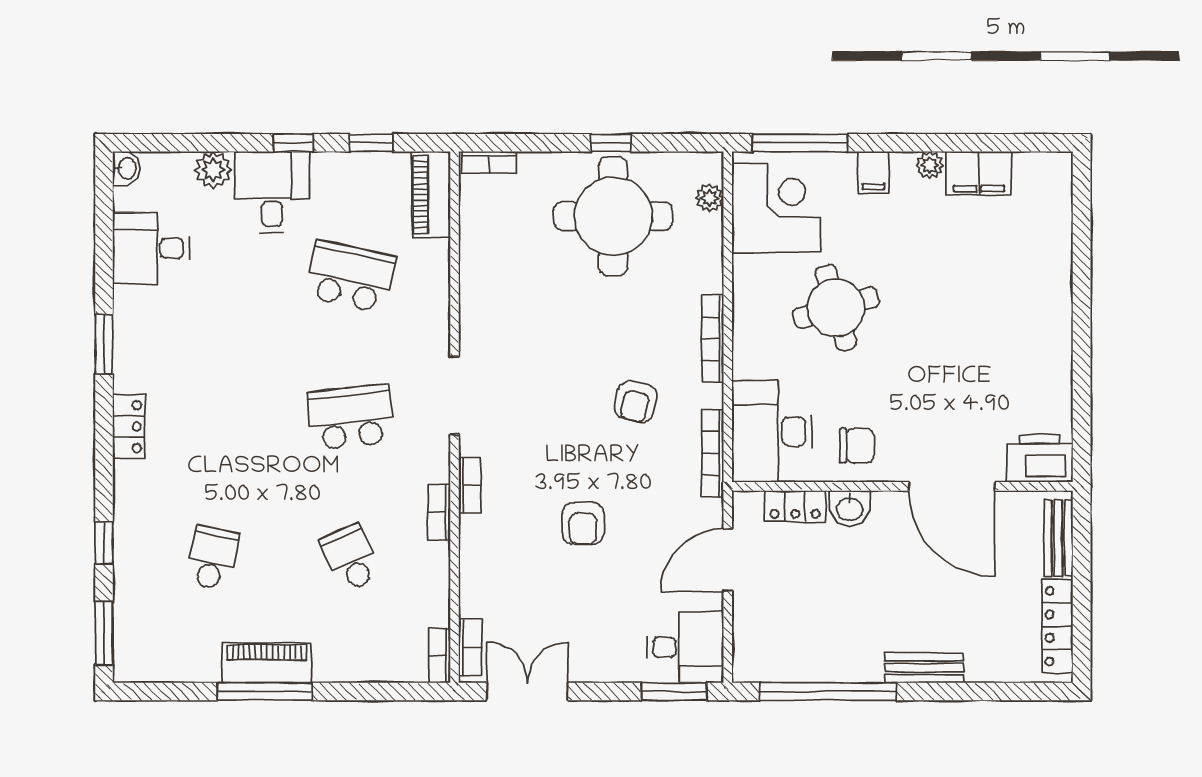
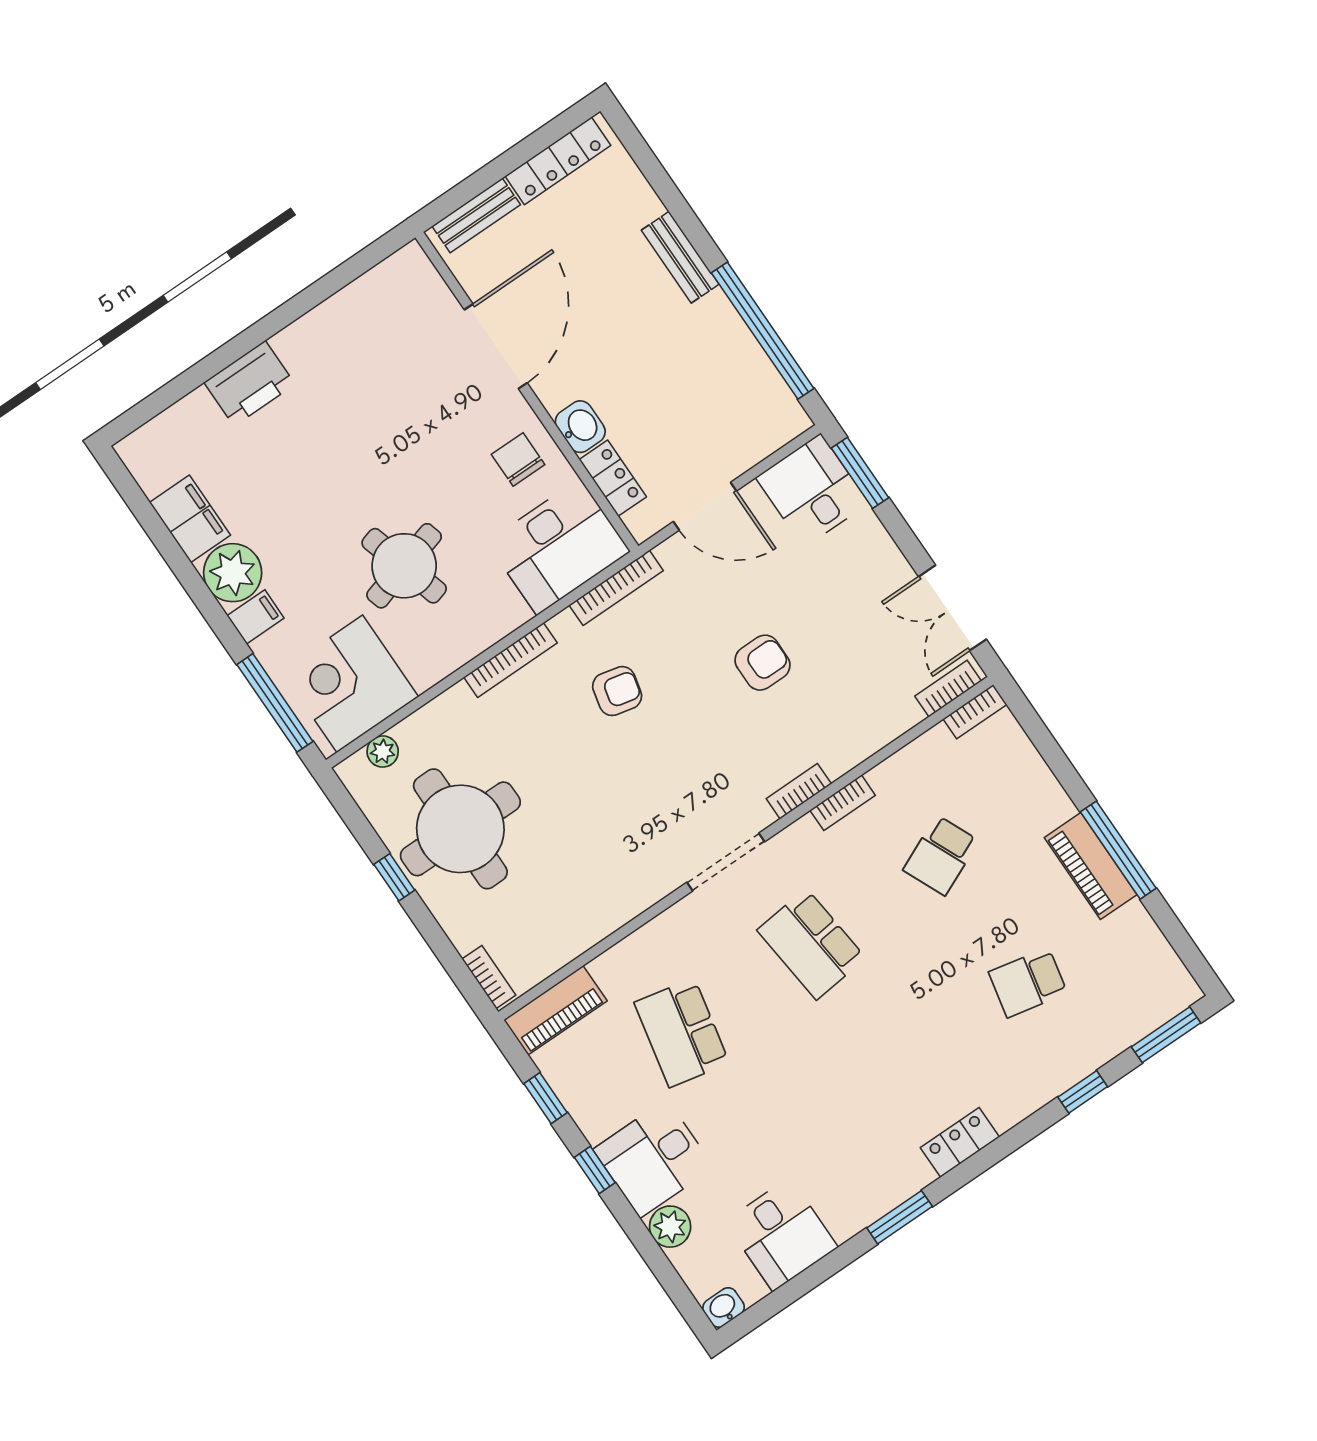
plant: (930, 165) -> (233, 573), width x1.87, depth x1.87
printer: (1040, 458) -> (250, 383), moved, turned -90

